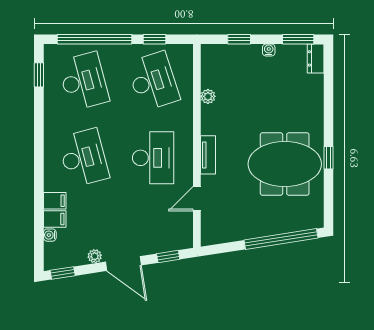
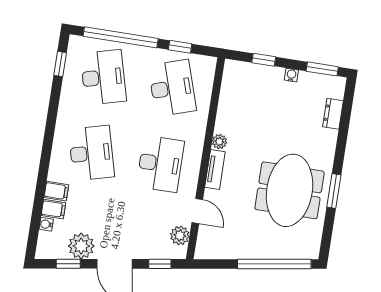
dresser: (316, 58) -> (333, 114), moved
plant: (208, 96) -> (219, 142), moved
window: (329, 158) -> (334, 191), width x1.50
meeting table: (285, 164) -> (290, 190), turned 90
door: (197, 199) -> (197, 211), swing flipped
plant: (183, 225) -> (180, 235), added
plant: (95, 256) -> (81, 246), width x1.87, depth x1.87
window: (63, 273) -> (68, 264), moved

